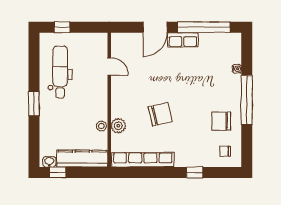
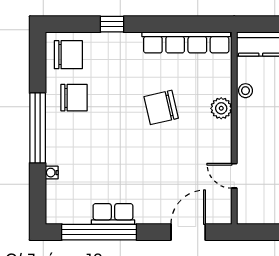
door: (155, 27) -> (188, 232), moved
row of seats: (183, 40) -> (113, 214), moved
plant: (118, 126) -> (221, 108), moved
chair: (225, 151) -> (68, 55), width x1.87, depth x1.87

